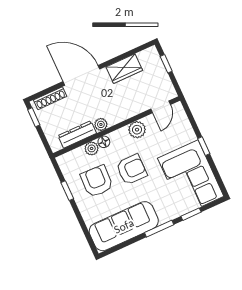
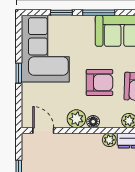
door: (161, 107) -> (43, 130), hinge flipped
floor lamp: (104, 142) -> (93, 122), moved
armchair: (131, 169) -> (99, 82), turned 180

